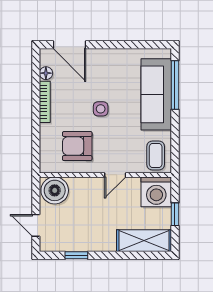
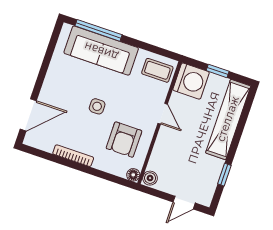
floor lamp: (46, 73) -> (133, 175), moved
boiler: (55, 190) -> (150, 178), width x0.54, depth x0.54
shelving: (144, 241) -> (228, 119), width x1.47

